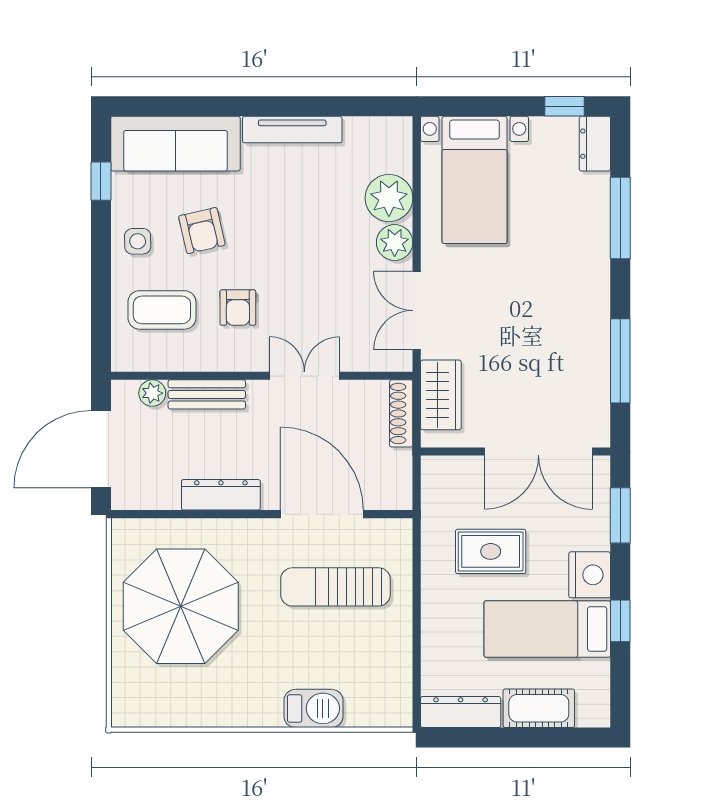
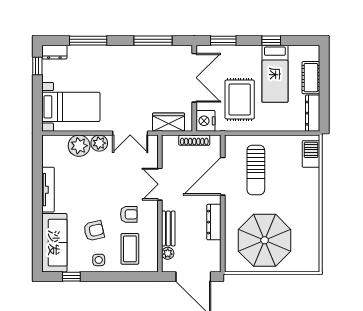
shoe rack: (401, 413) -> (194, 140), moved
rug: (491, 551) -> (240, 99), width x1.36, depth x1.43
nightstand: (590, 575) -> (205, 121), moved, turned -90
barbecue: (313, 708) -> (311, 154), moved

